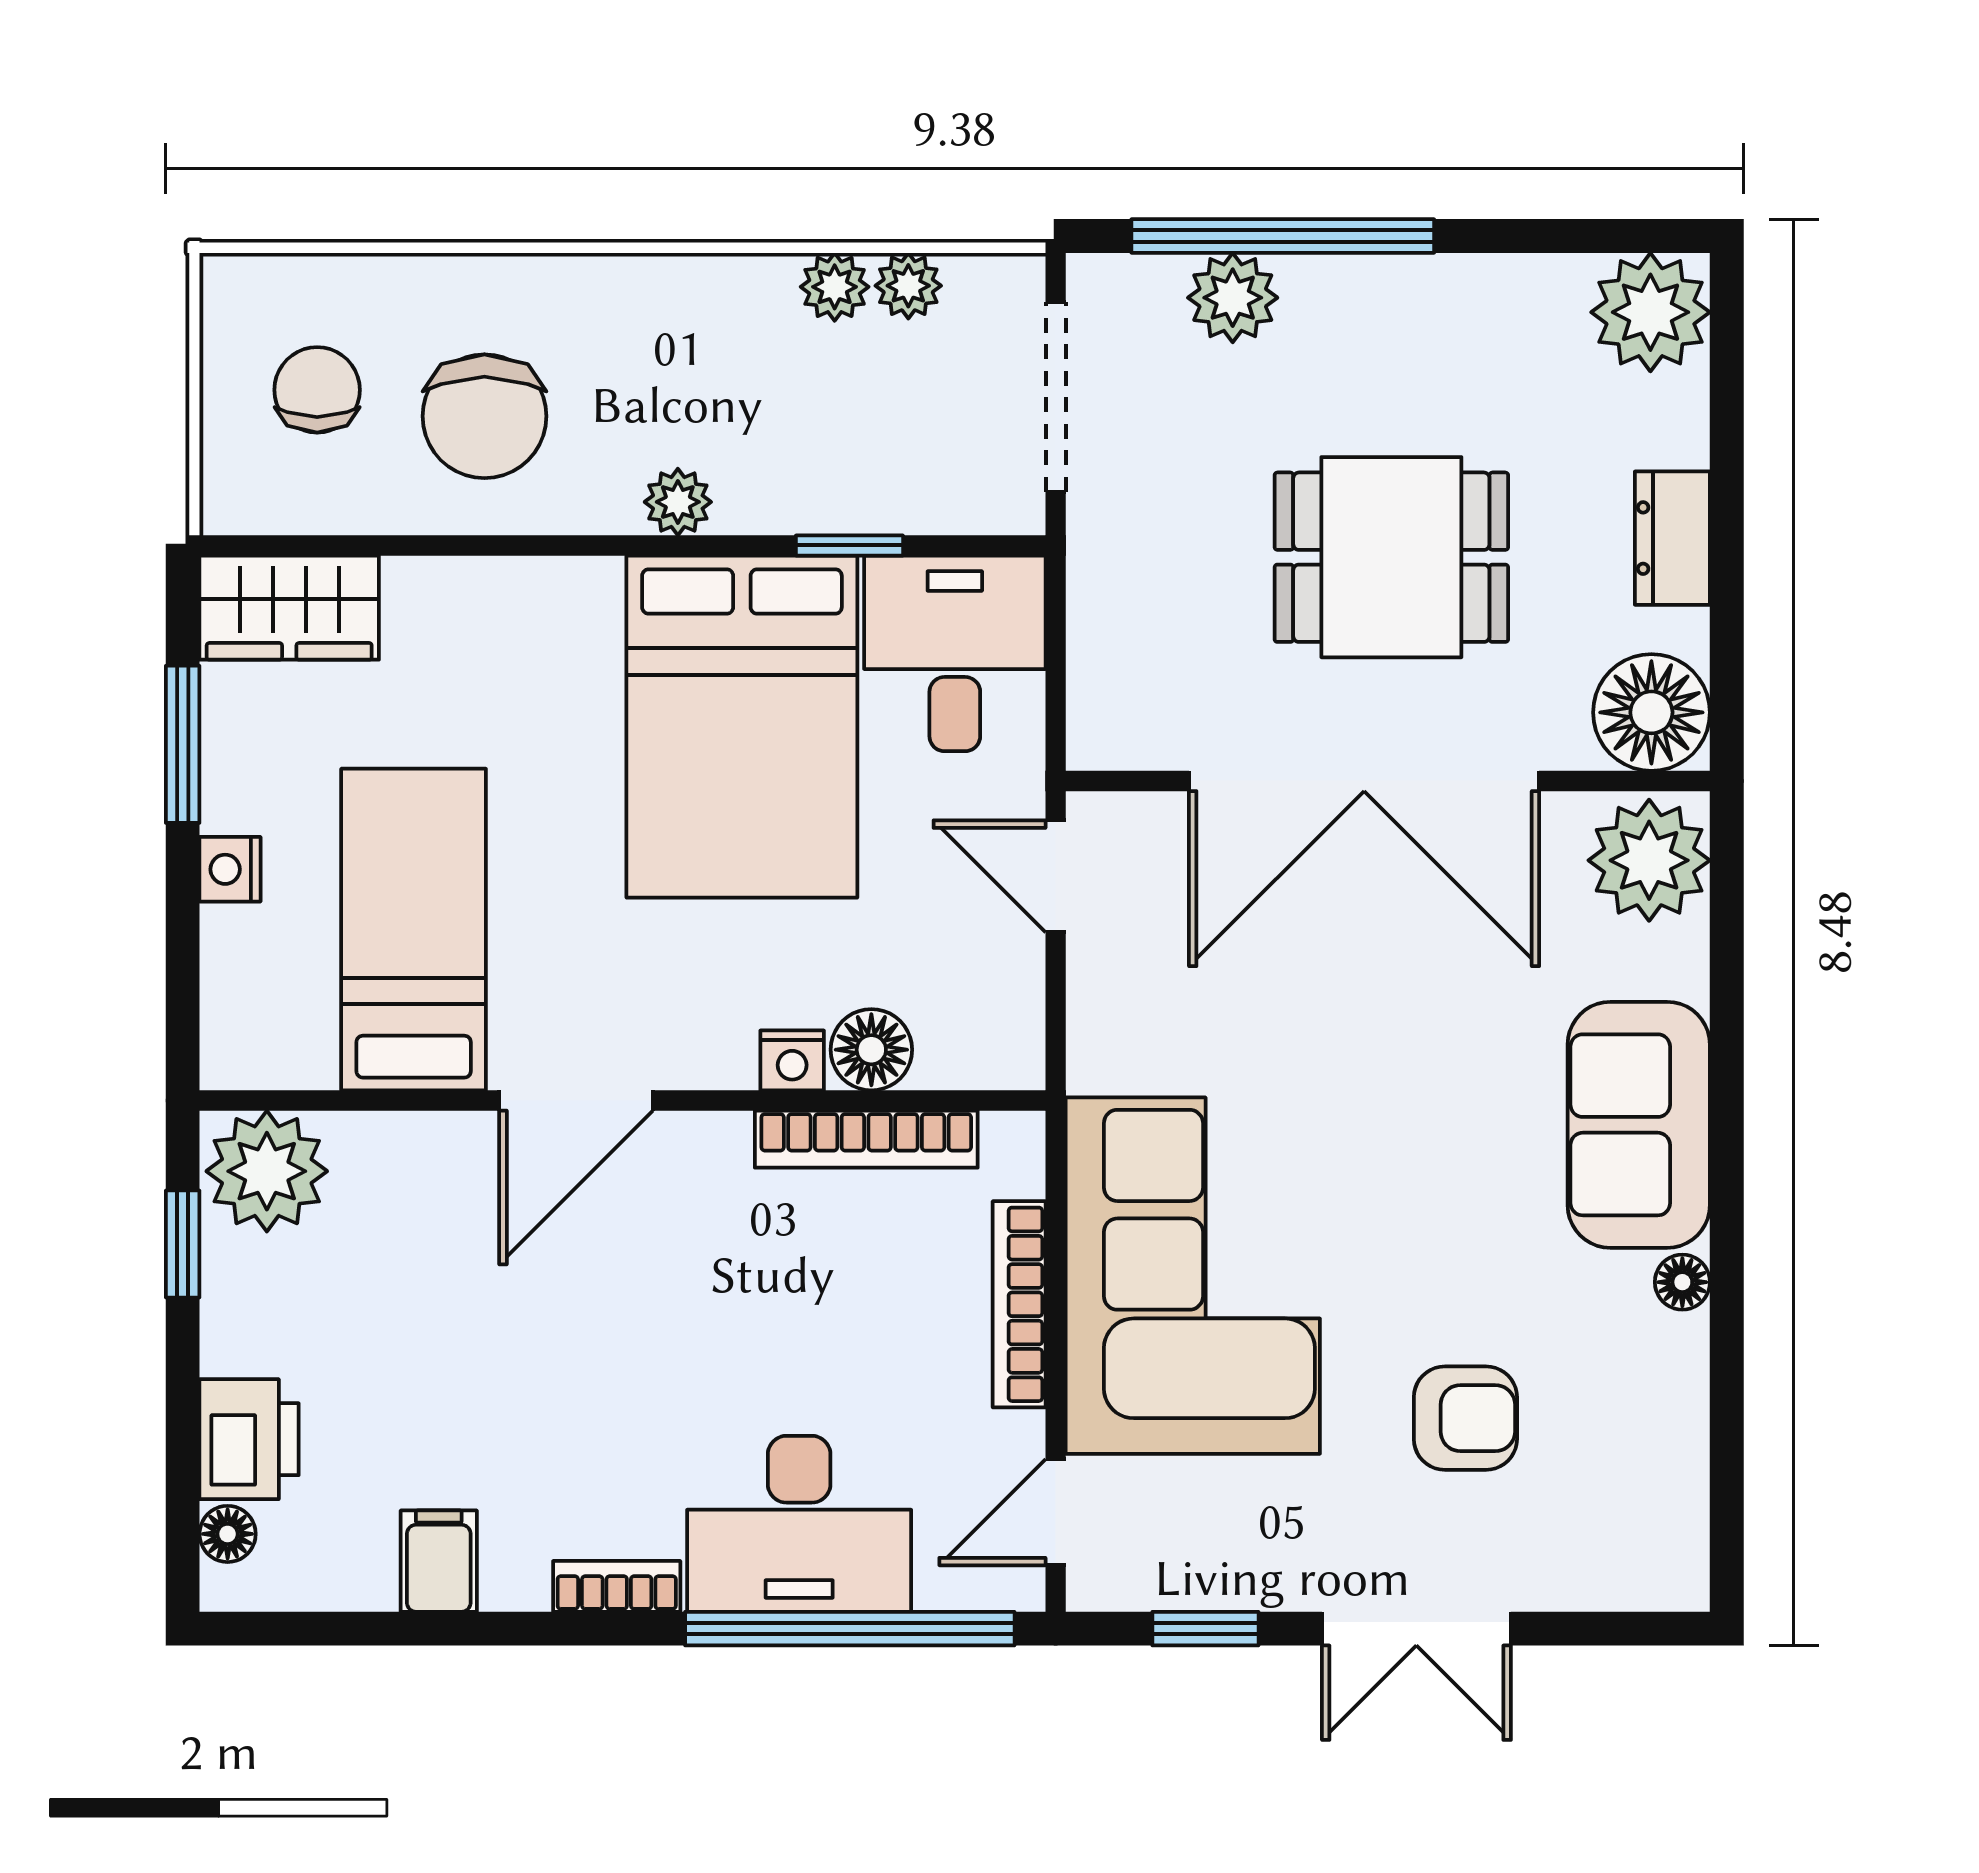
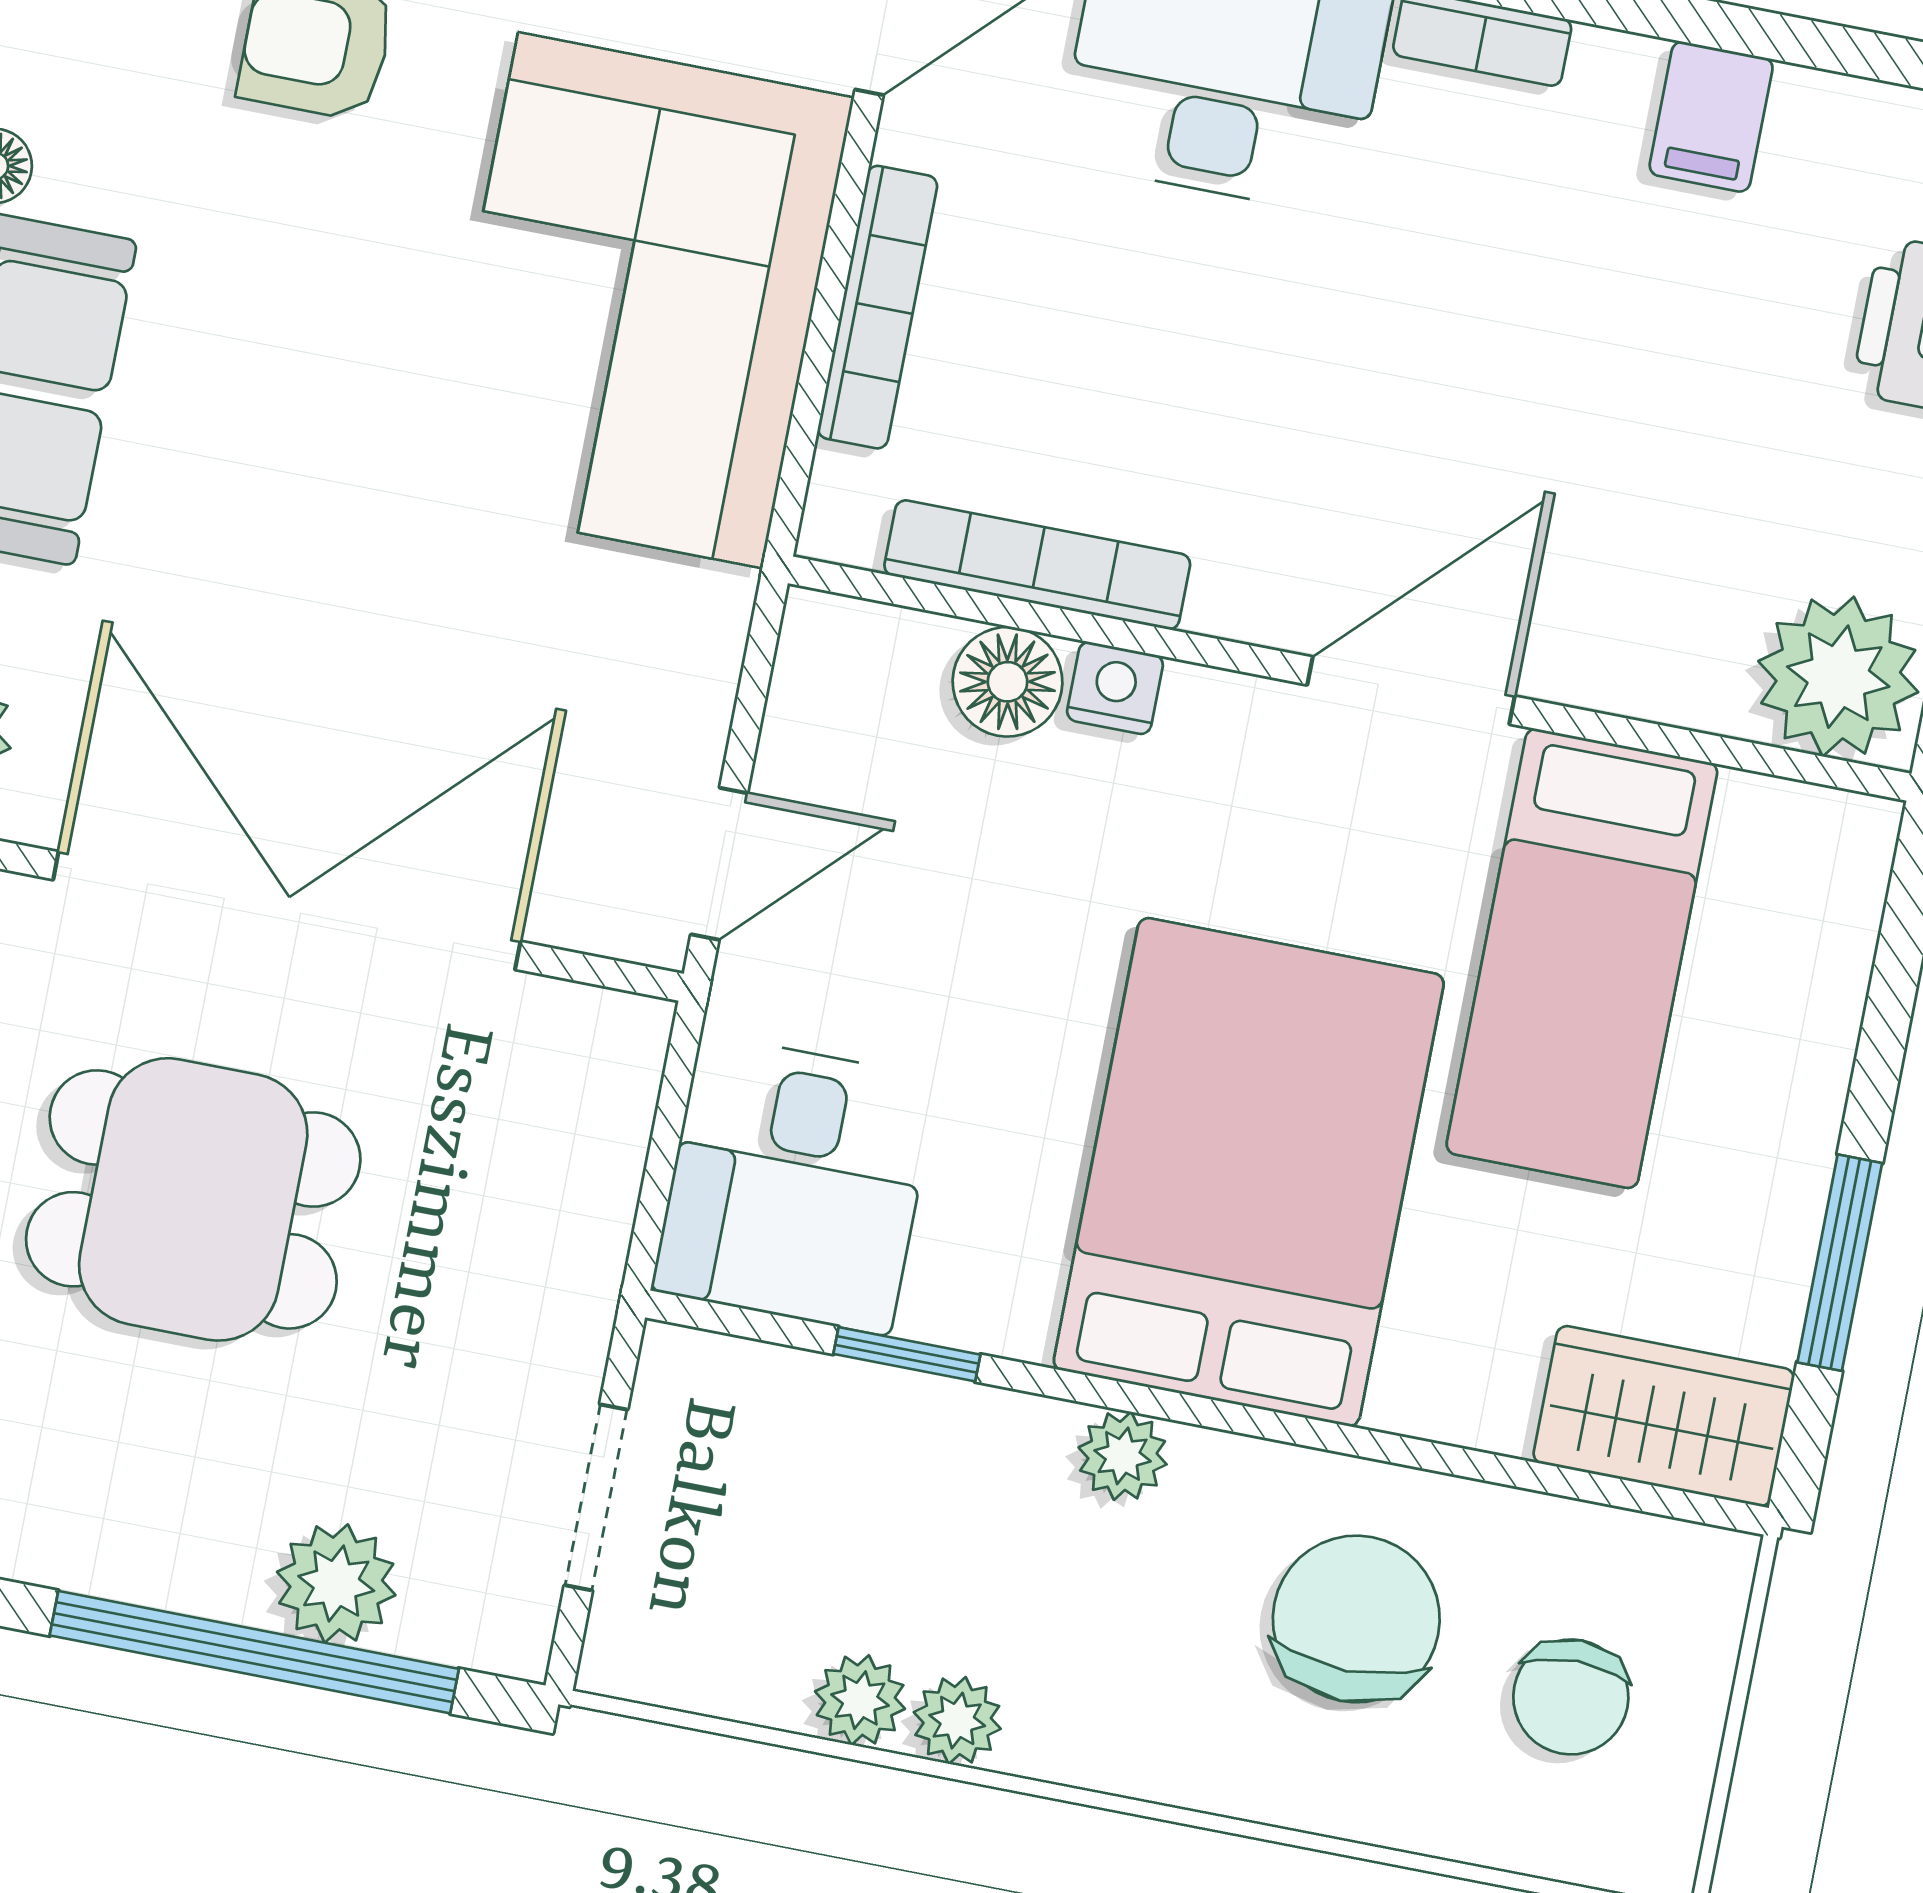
plant: (908, 286) -> (957, 1721), moved
doorway: (1056, 397) -> (596, 1497), width x0.73
bed: (742, 727) -> (1249, 1172), moved
nightstand: (230, 869) -> (1809, 1085), removed
door: (1056, 876) -> (719, 864), hinge flipped

